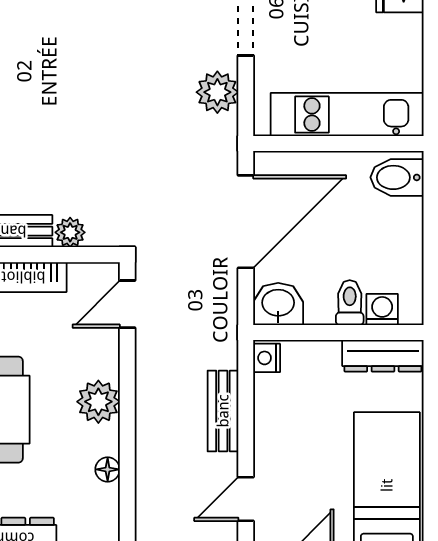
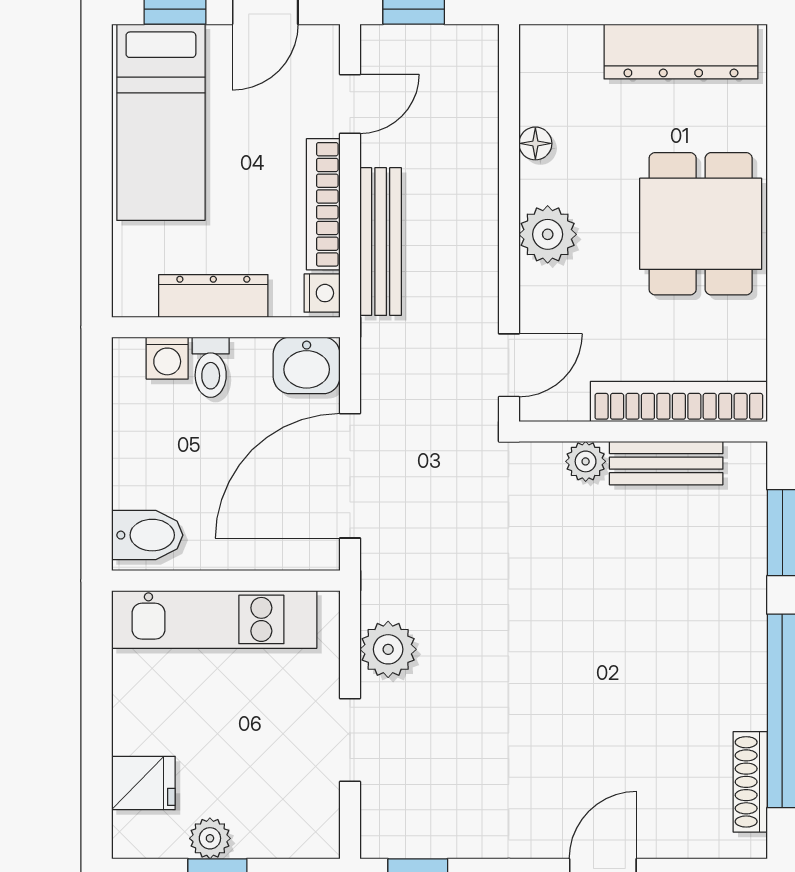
dresser: (383, 356) -> (213, 296), moved
bench: (223, 411) -> (381, 242), width x1.36
bookcase: (266, 424) -> (323, 204), added

